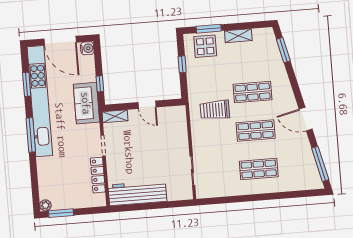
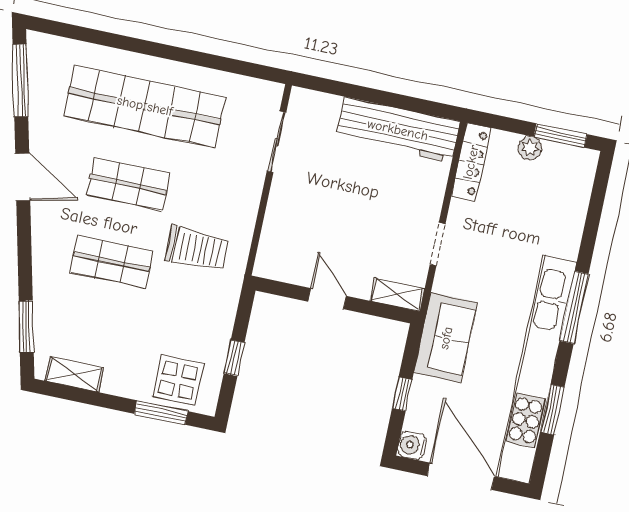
shelving: (238, 36) -> (74, 374), moved
window: (100, 84) -> (402, 394), moved
shop shelf: (259, 169) -> (145, 106), width x2.00, depth x1.36
locker: (98, 175) -> (471, 162), moved
plant: (45, 205) -> (530, 148), moved

